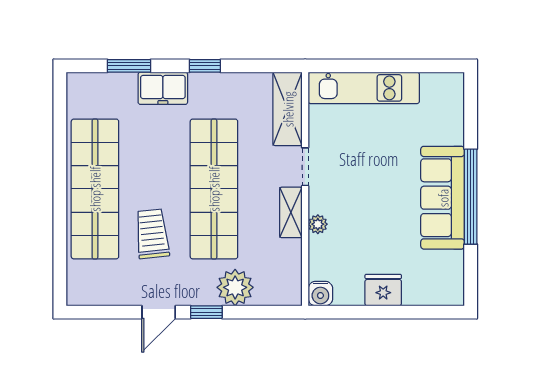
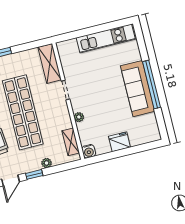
kitchen unit: (364, 88) -> (106, 38), moved
shelving: (291, 212) -> (71, 142), moved
plant: (235, 287) -> (47, 163), width x0.53, depth x0.53

